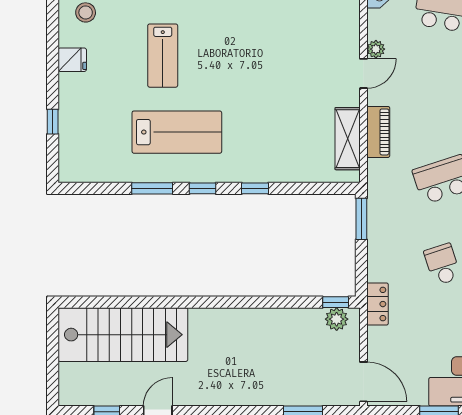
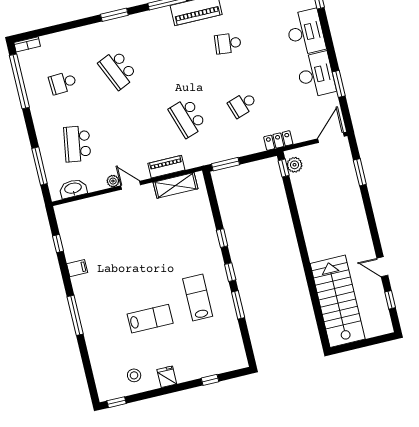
lab bench: (177, 132) -> (198, 298), width x0.73, depth x0.72

